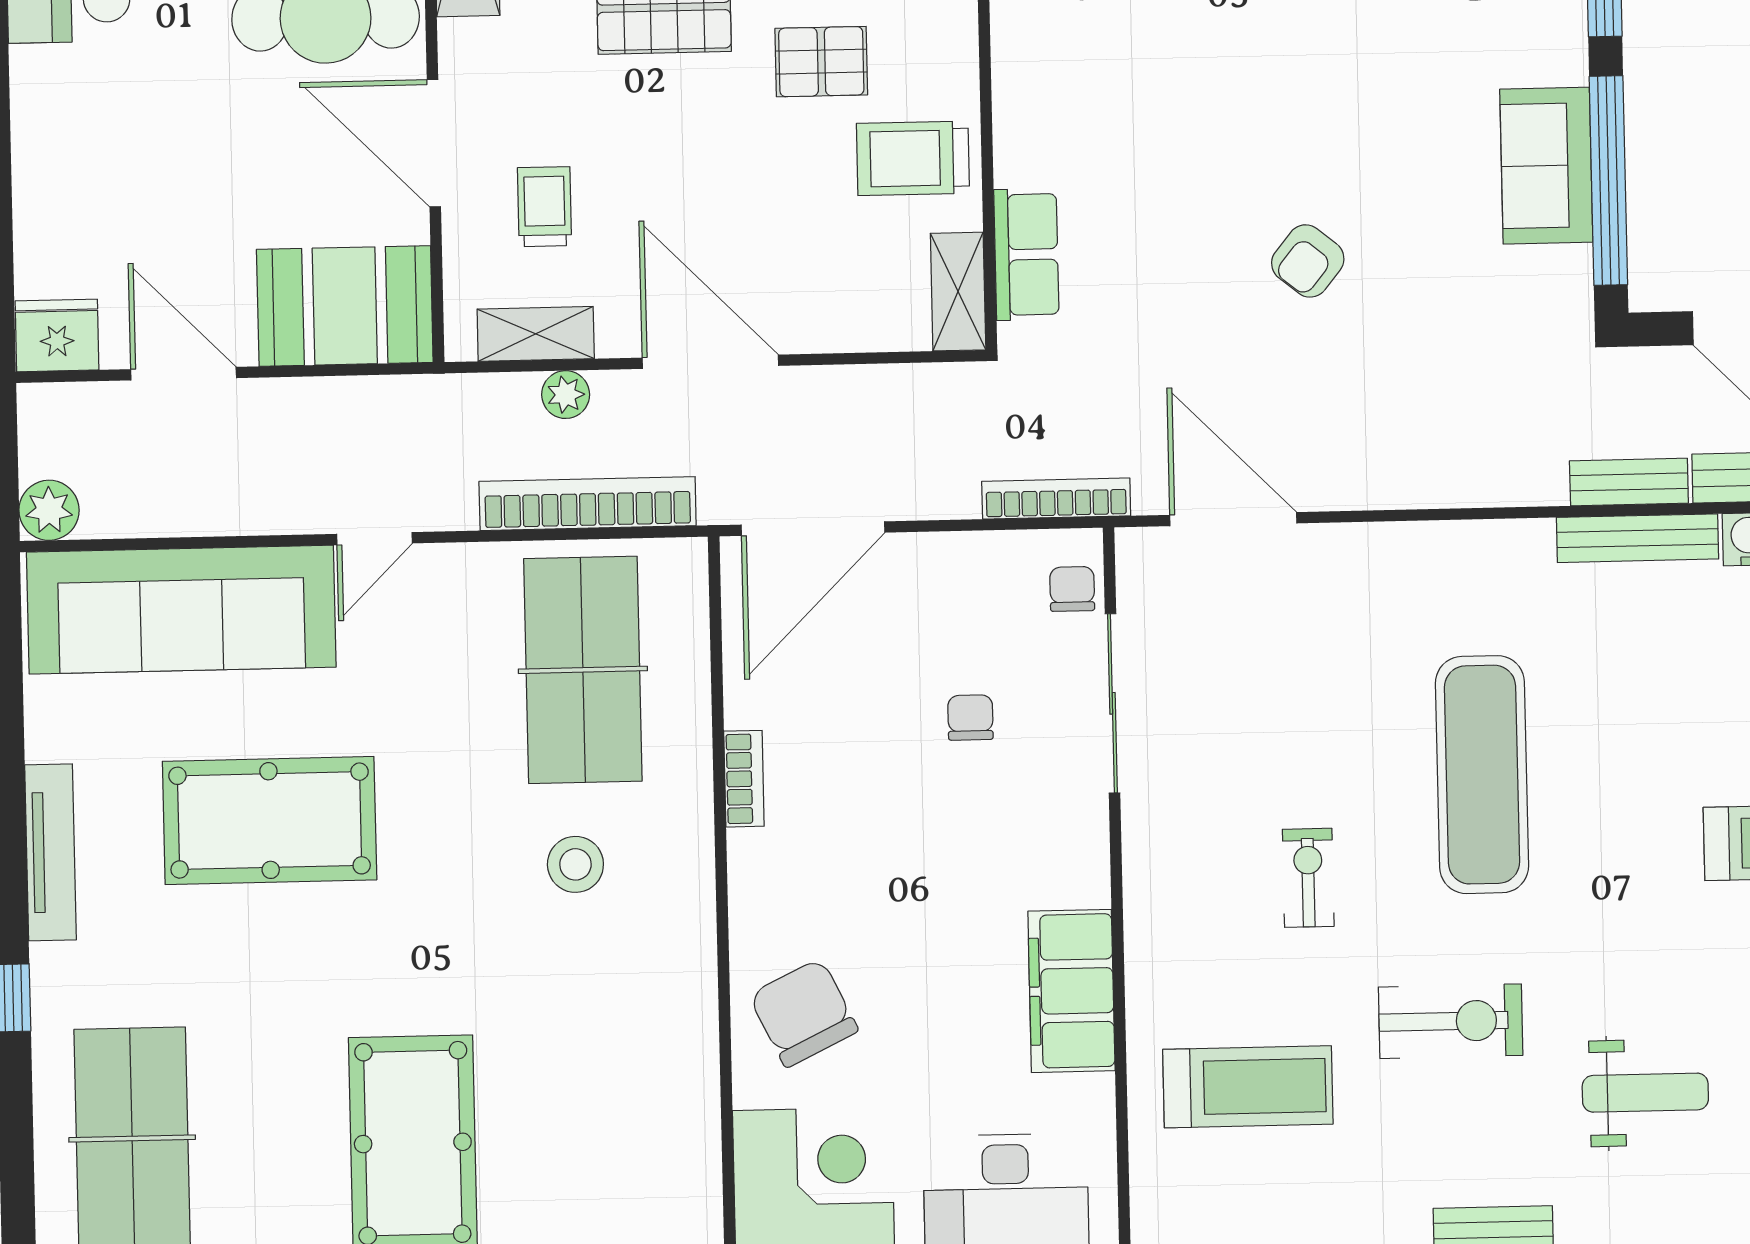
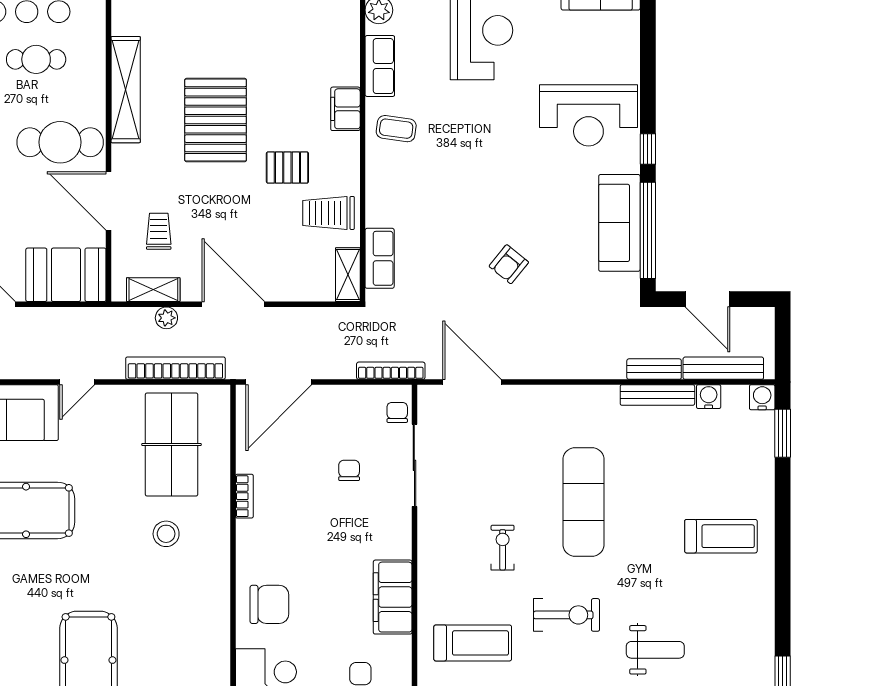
sofa: (1546, 166) -> (619, 223), width x1.36
chair: (804, 1013) -> (269, 604), turned 116

